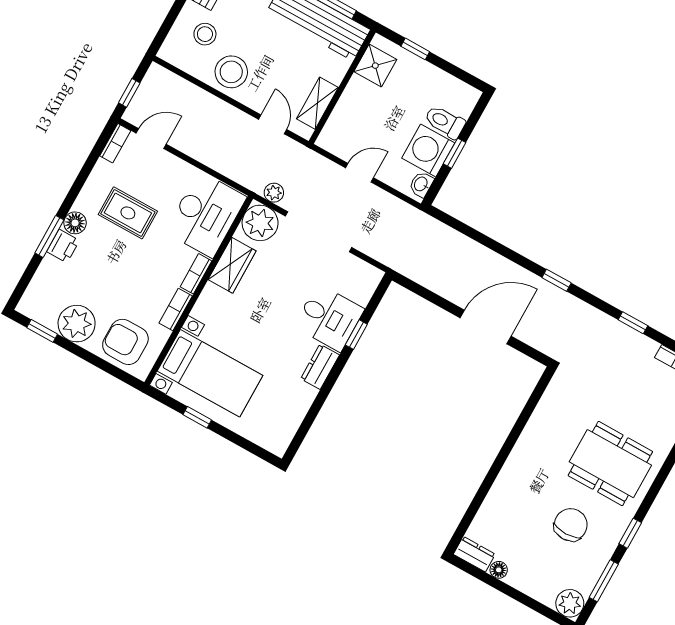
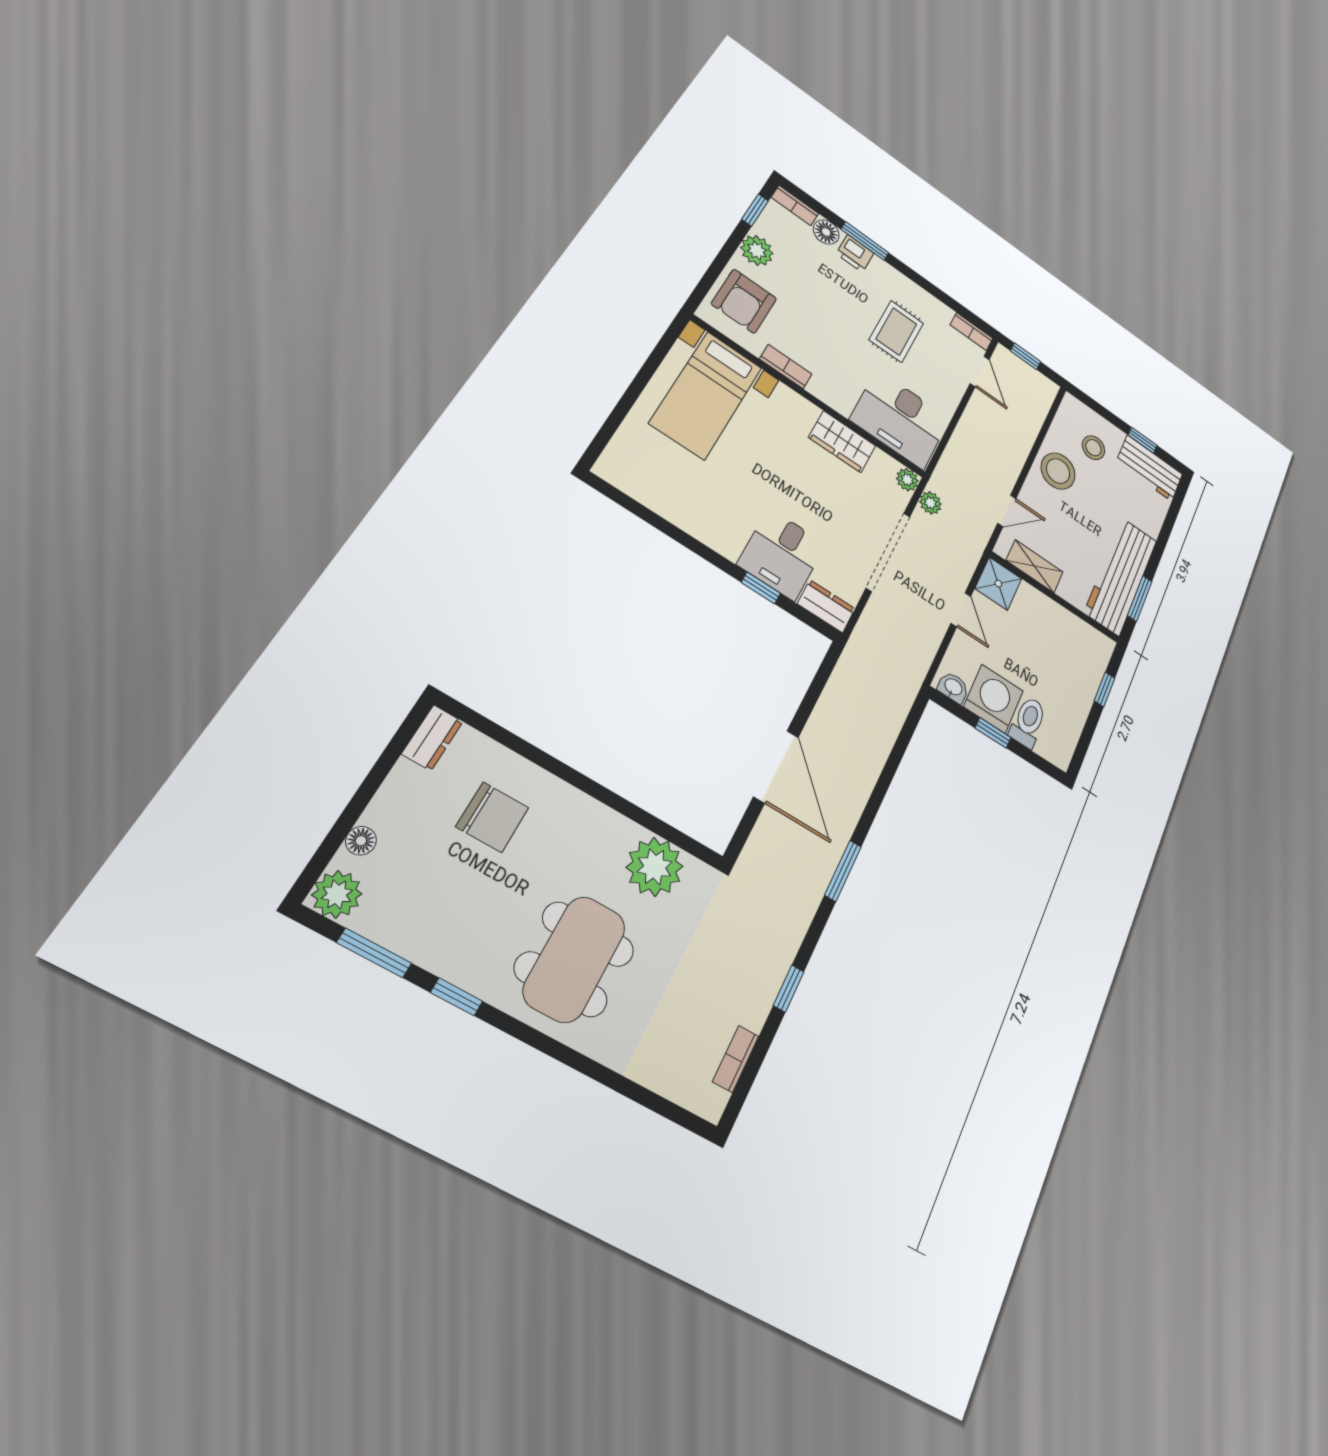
shower: (375, 66) -> (998, 584), moved
floor lamp: (75, 223) -> (826, 232), moved
plant: (260, 223) -> (907, 480), width x0.53, depth x0.53
bookcase: (196, 274) -> (795, 205), moved, turned 180
window: (557, 280) -> (843, 871), width x1.50
plant: (77, 324) -> (757, 251), width x0.73, depth x0.73
armchair: (125, 342) -> (744, 301), turned 180
dresser: (320, 367) -> (826, 606), moved
plant: (554, 413) -> (655, 867), added
window: (197, 417) -> (648, 371), removed
chair: (571, 525) -> (492, 817), moved
floor lamp: (499, 570) -> (361, 841), moved

